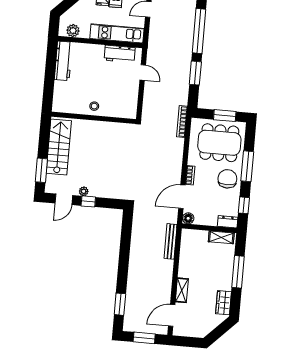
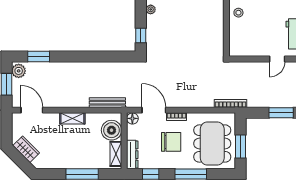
chair: (227, 179) -> (171, 142), moved
window: (88, 201) -> (141, 35), moved
dresser: (228, 222) -> (132, 155), width x1.44
boiler: (198, 240) -> (112, 130), added
shelving: (182, 290) -> (72, 118), moved
wardrobe: (223, 303) -> (26, 149), moved, turned 45
plant: (132, 325) -> (19, 71), added

